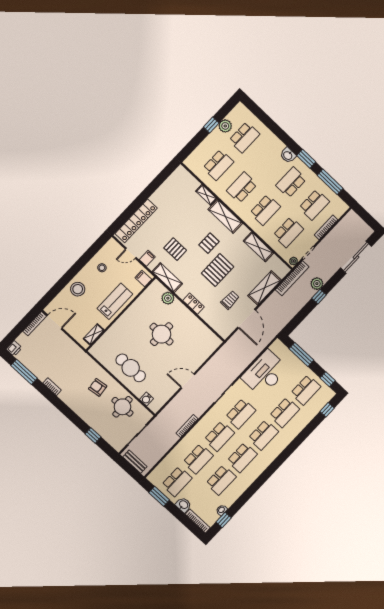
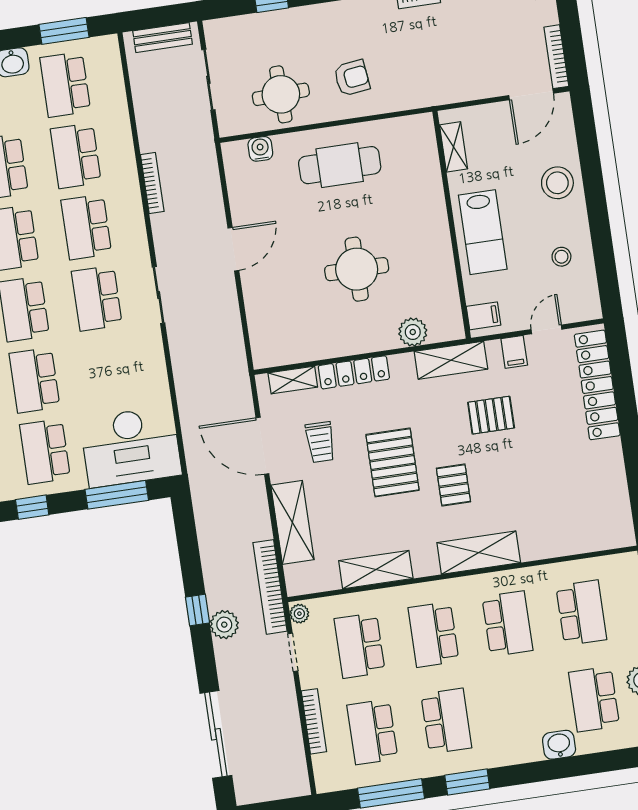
washbasin: (288, 155) -> (559, 745), moved
school desk: (218, 165) -> (581, 613), turned 180
shelving: (206, 195) -> (293, 380), moved
locker: (193, 304) -> (354, 372), width x1.53
desk: (265, 373) -> (131, 447), moved, turned 90

